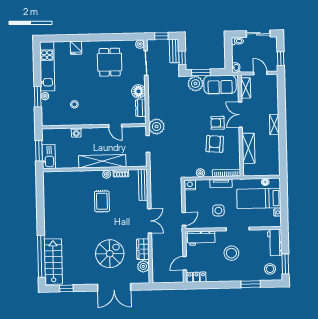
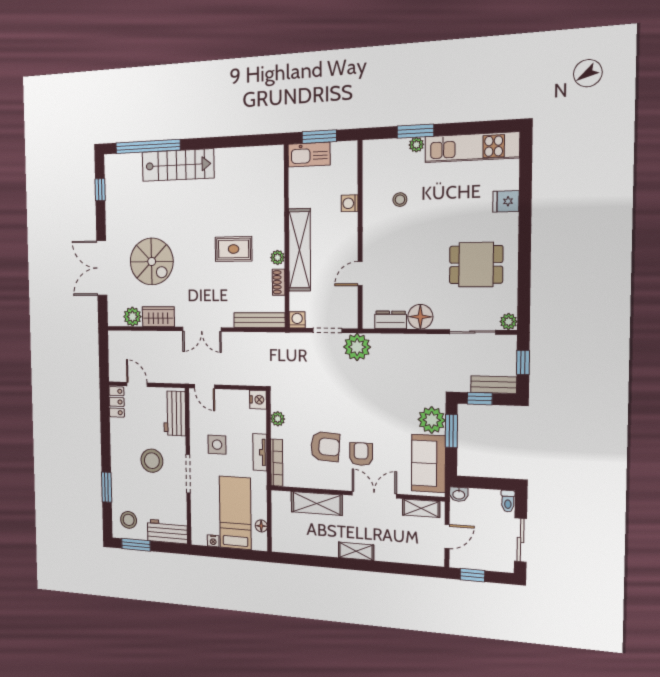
washing machine: (142, 162) -> (297, 320), added
stairs: (53, 262) -> (178, 165), moved

